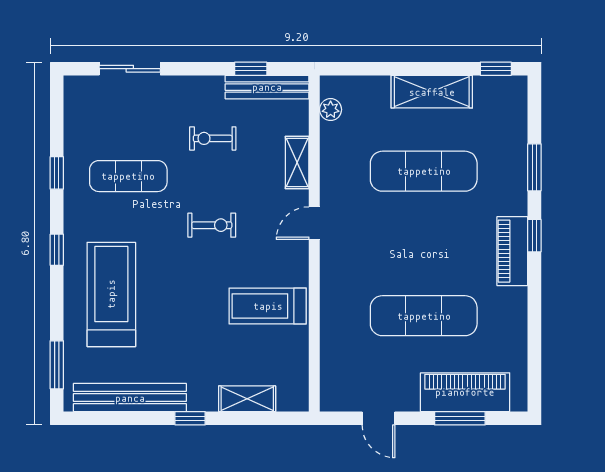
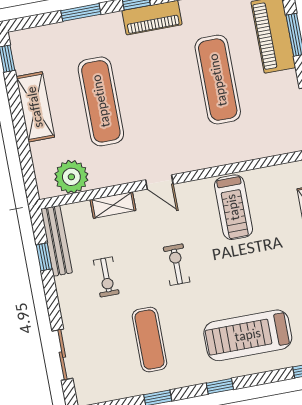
plant: (331, 110) -> (71, 177), width x1.88, depth x1.88

